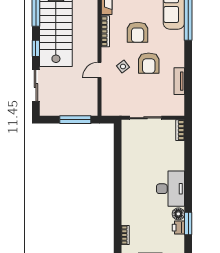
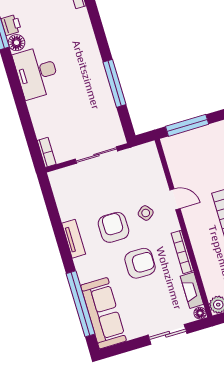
armchair: (138, 32) -> (140, 263), turned 90
door: (99, 70) -> (175, 199), hinge flipped
tv unit: (179, 81) -> (74, 239), moved
window: (118, 165) -> (115, 83), added

